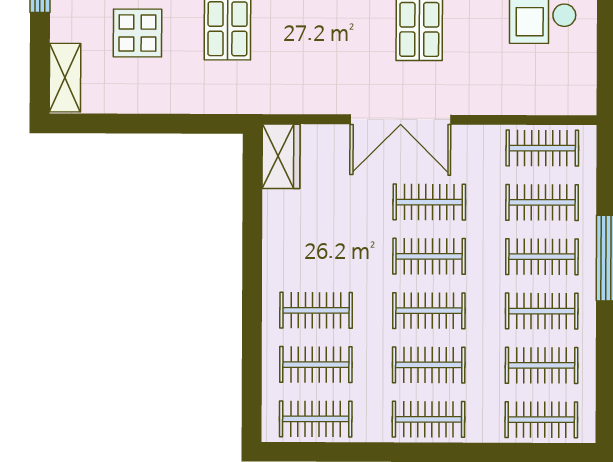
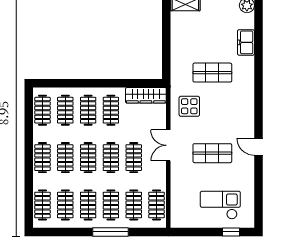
display table: (137, 33) -> (189, 106), moved
double door: (401, 120) -> (168, 145), width x0.73
wardrobe: (281, 156) -> (146, 95), width x1.50
clothes rail: (316, 256) -> (111, 110), added

